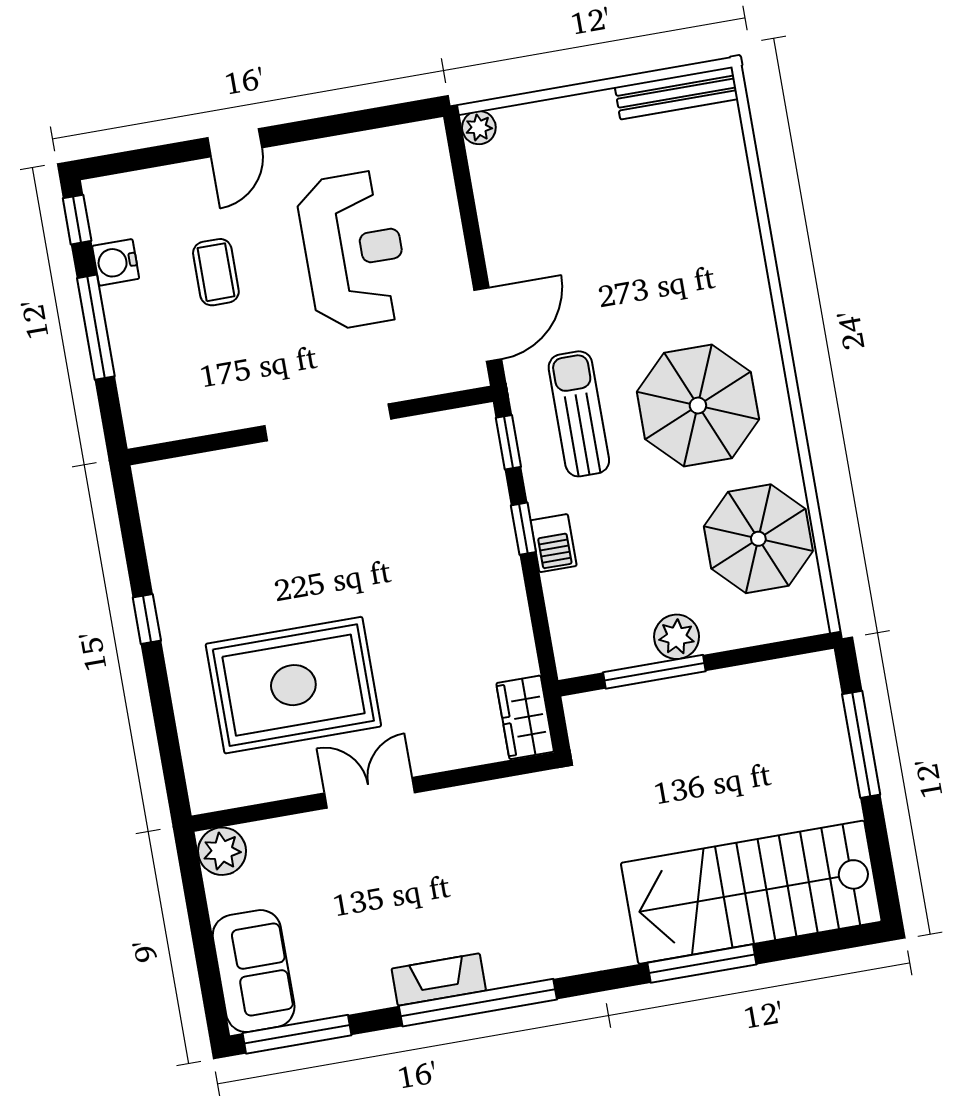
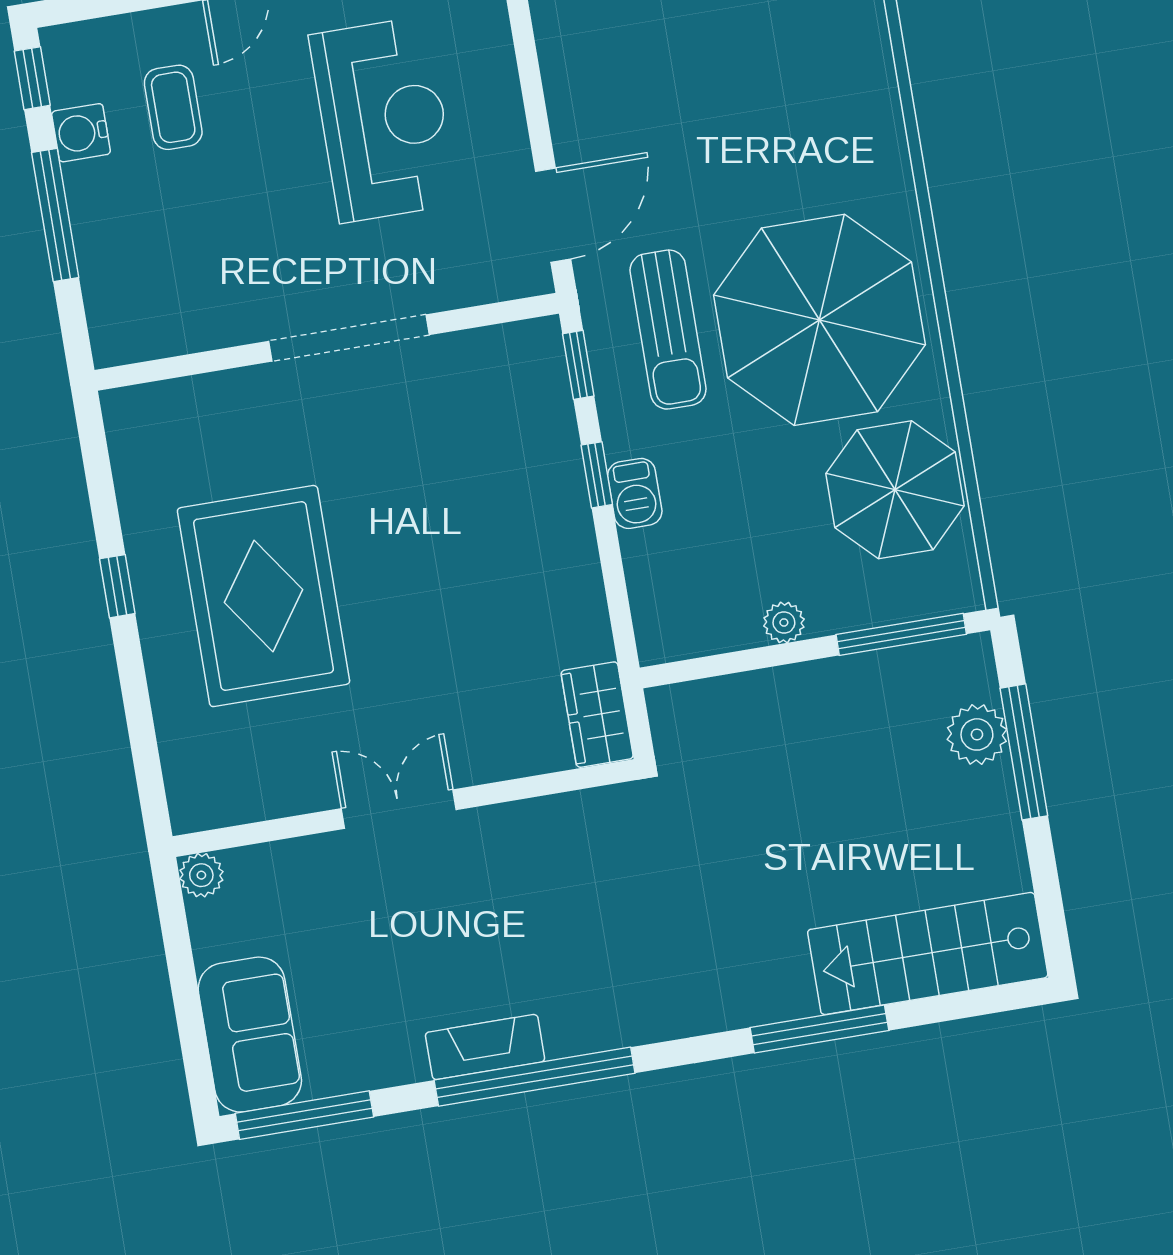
coffee table: (216, 272) -> (173, 107), moved
parasol: (698, 406) -> (819, 320), width x1.36, depth x1.36
sun lounger: (579, 414) -> (668, 330), turned 180
plant: (677, 637) -> (784, 622), width x0.73, depth x0.73
window: (654, 672) -> (901, 634), moved
rug: (293, 685) -> (264, 596), moved, turned 90
plant: (824, 731) -> (977, 734), added
plant: (222, 851) -> (201, 875), width x0.73, depth x0.73
stairs: (751, 892) -> (928, 954), width x0.73, depth x0.66

